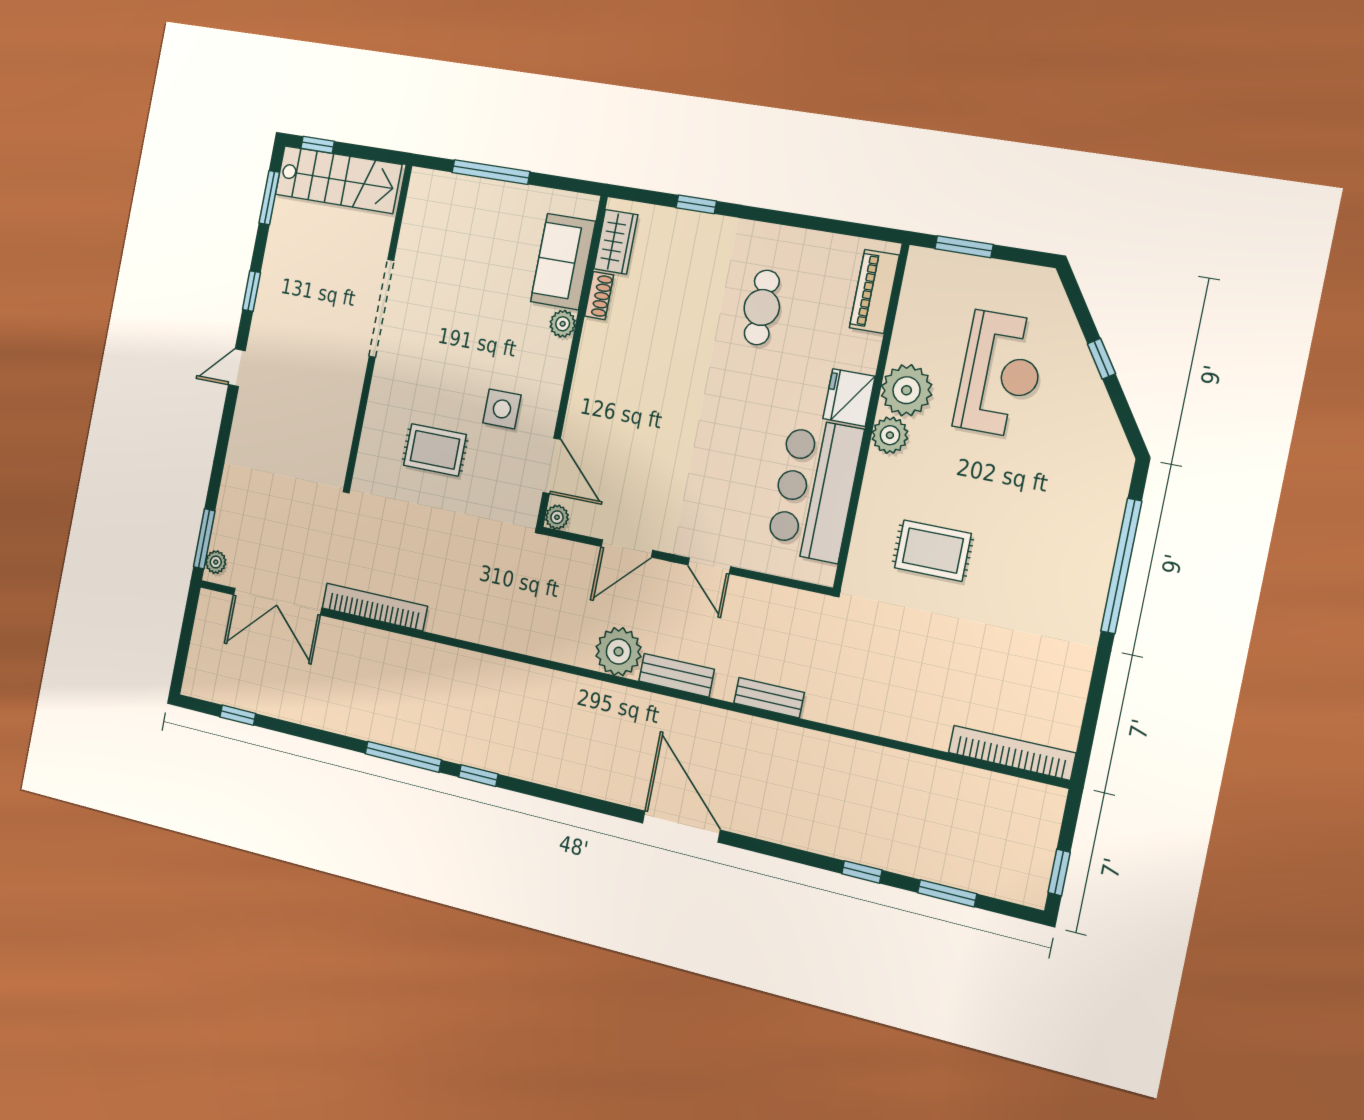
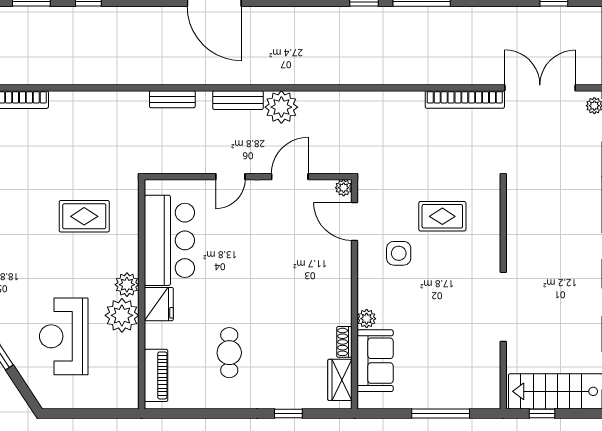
window: (318, 145) -> (542, 414), moved
window: (964, 247) -> (103, 414), removed
door: (709, 566) -> (230, 177), swing flipped

